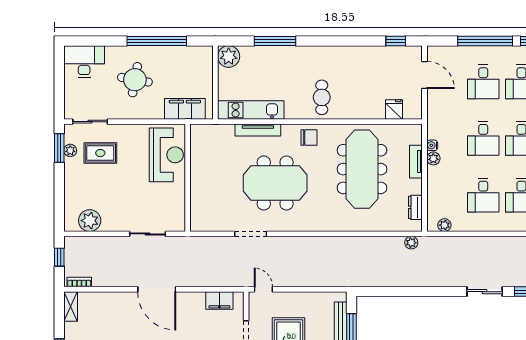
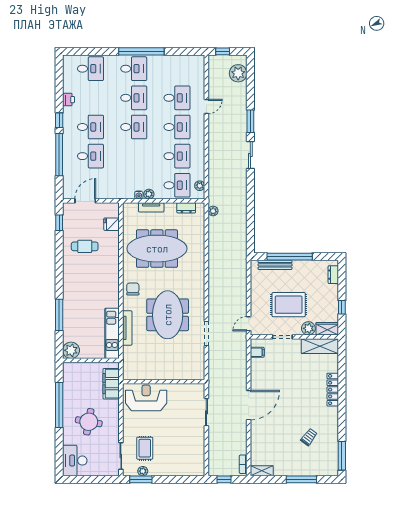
cafe table: (322, 97) -> (85, 246), moved
desk: (483, 139) -> (177, 185), moved
plant: (90, 221) -> (196, 456), removed
filing cabinet: (219, 301) -> (257, 352), width x0.50

